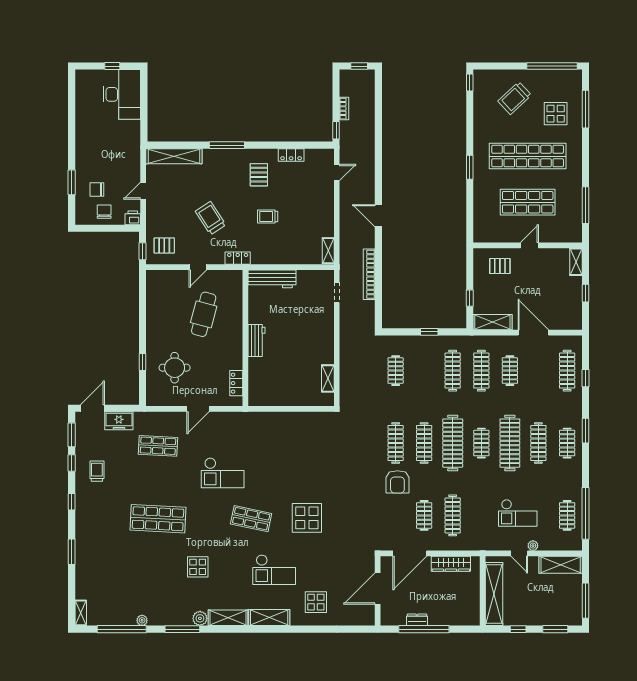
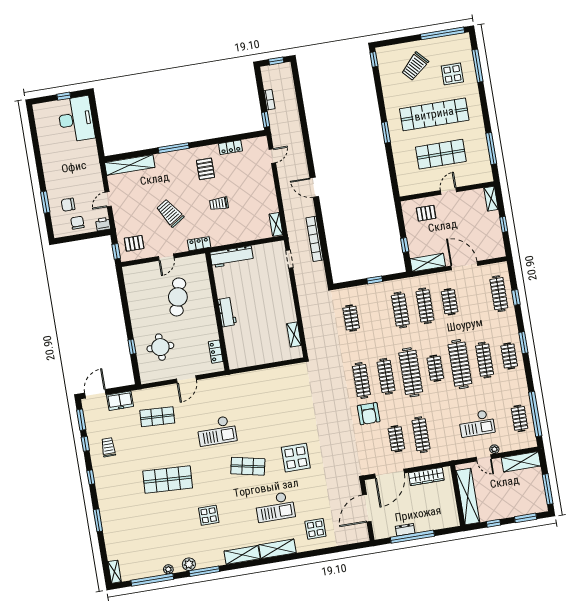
plant: (200, 618) -> (189, 564), moved

